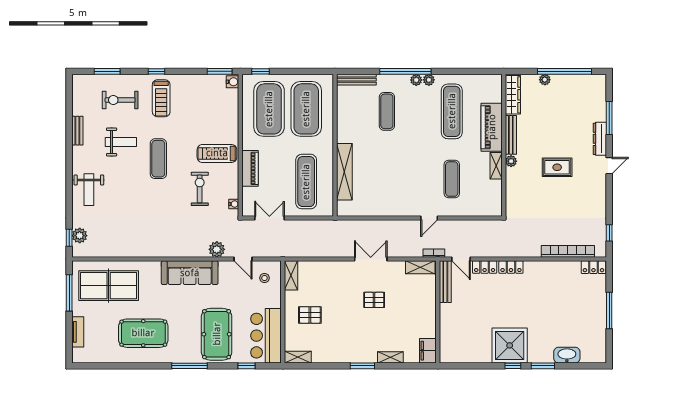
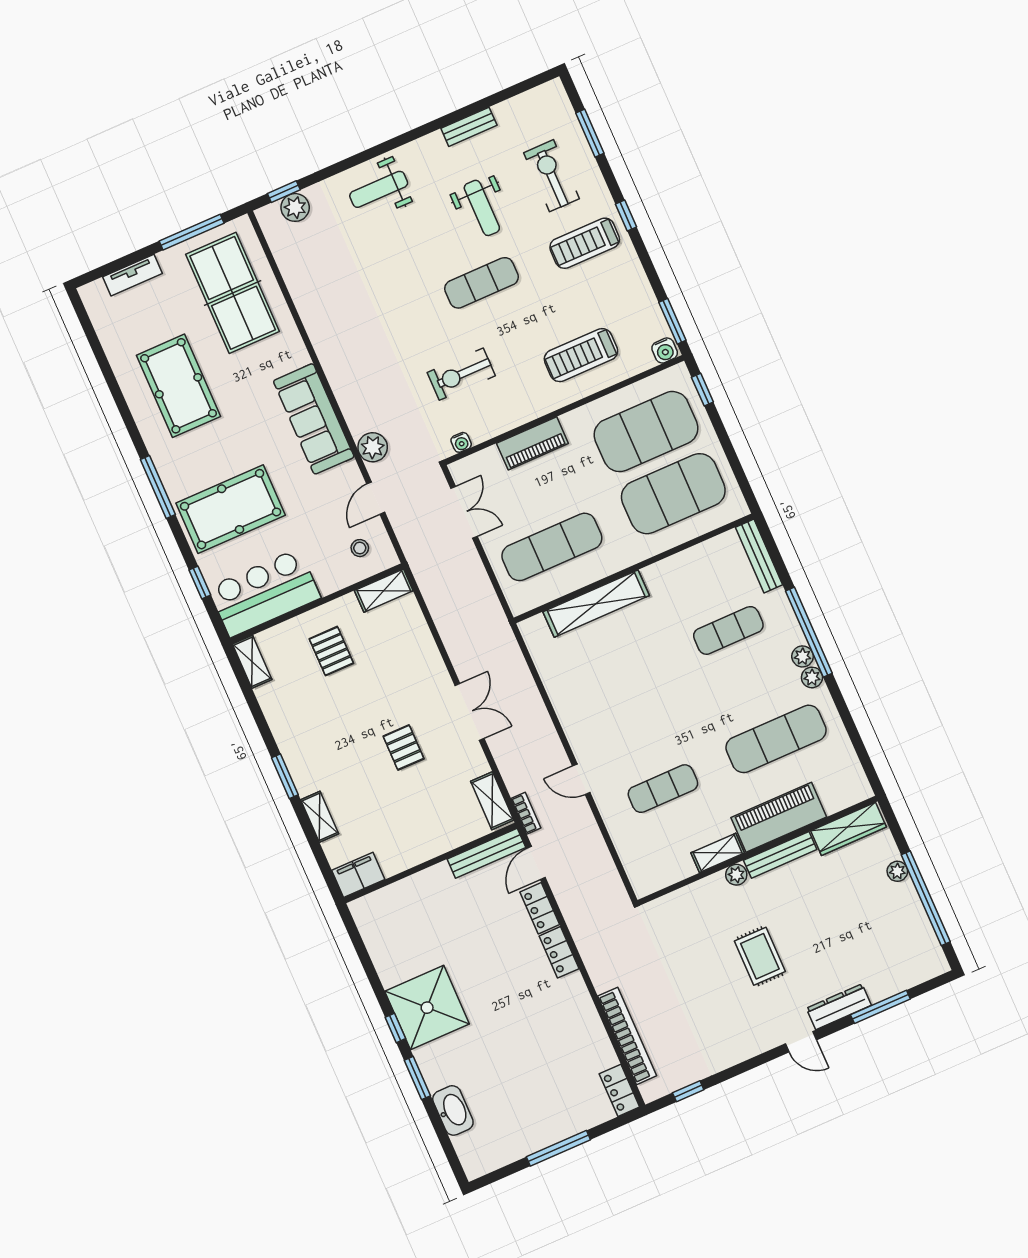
treadmill: (217, 153) -> (581, 355), moved, turned -90
exercise bike: (200, 189) -> (461, 374), turned 180

